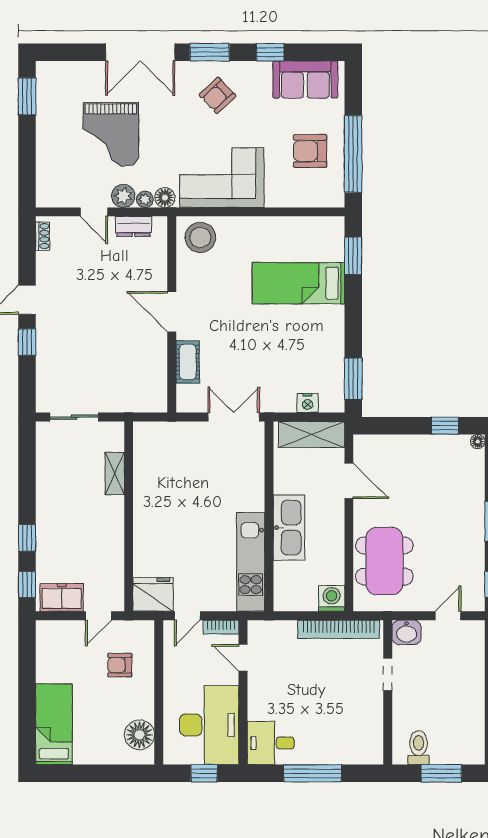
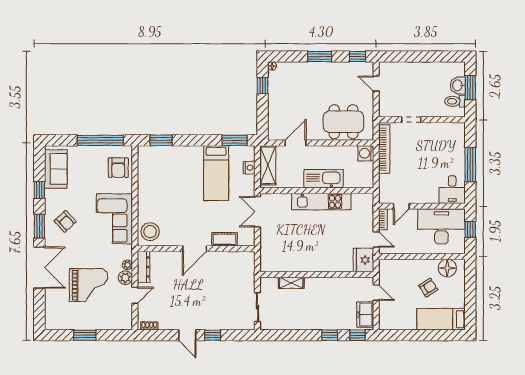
window: (27, 96) -> (85, 335), moved
armchair: (310, 151) -> (118, 168), moved
floor lamp: (165, 198) -> (126, 253), removed
dresser: (133, 226) -> (144, 267), width x1.44
bed: (298, 283) -> (216, 173), moved
kitchen unit: (251, 562) -> (321, 202), moved
washbasin: (407, 632) -> (458, 85), moved, turned 180
armchair: (120, 665) -> (428, 288), moved, turned -123

